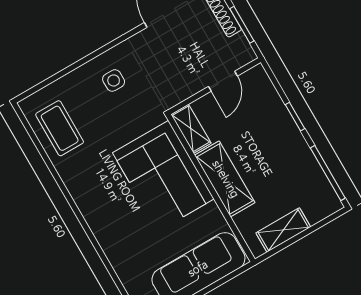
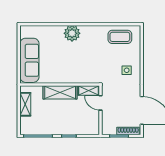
door: (223, 81) -> (100, 103), moved
corner sofa: (163, 176) -> (76, 68), removed
plant: (104, 220) -> (72, 33), added

